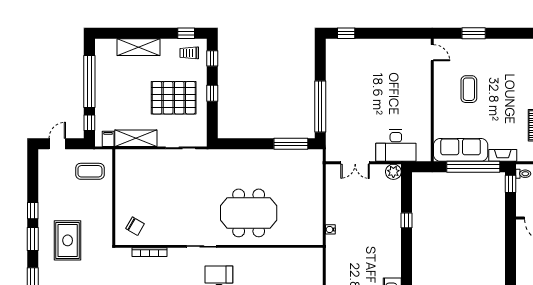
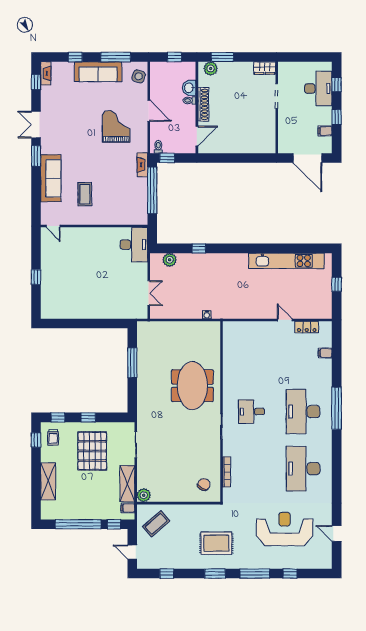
window: (346, 33) -> (36, 277), moved
window: (474, 33) -> (36, 156), moved
door: (432, 53) -> (53, 226), swing flipped
coffee table: (469, 89) -> (85, 194), turned 90
window: (320, 107) -> (100, 323), removed
window: (291, 144) -> (132, 363), moved
desk: (396, 146) -> (134, 245), moved
sofa: (461, 150) -> (51, 178), moved, turned 180
plant: (123, 157) -> (144, 495), added
coffee table: (90, 171) -> (156, 524), turned 49
plant: (393, 172) -> (170, 260), moved
window: (33, 211) -> (167, 574), moved

